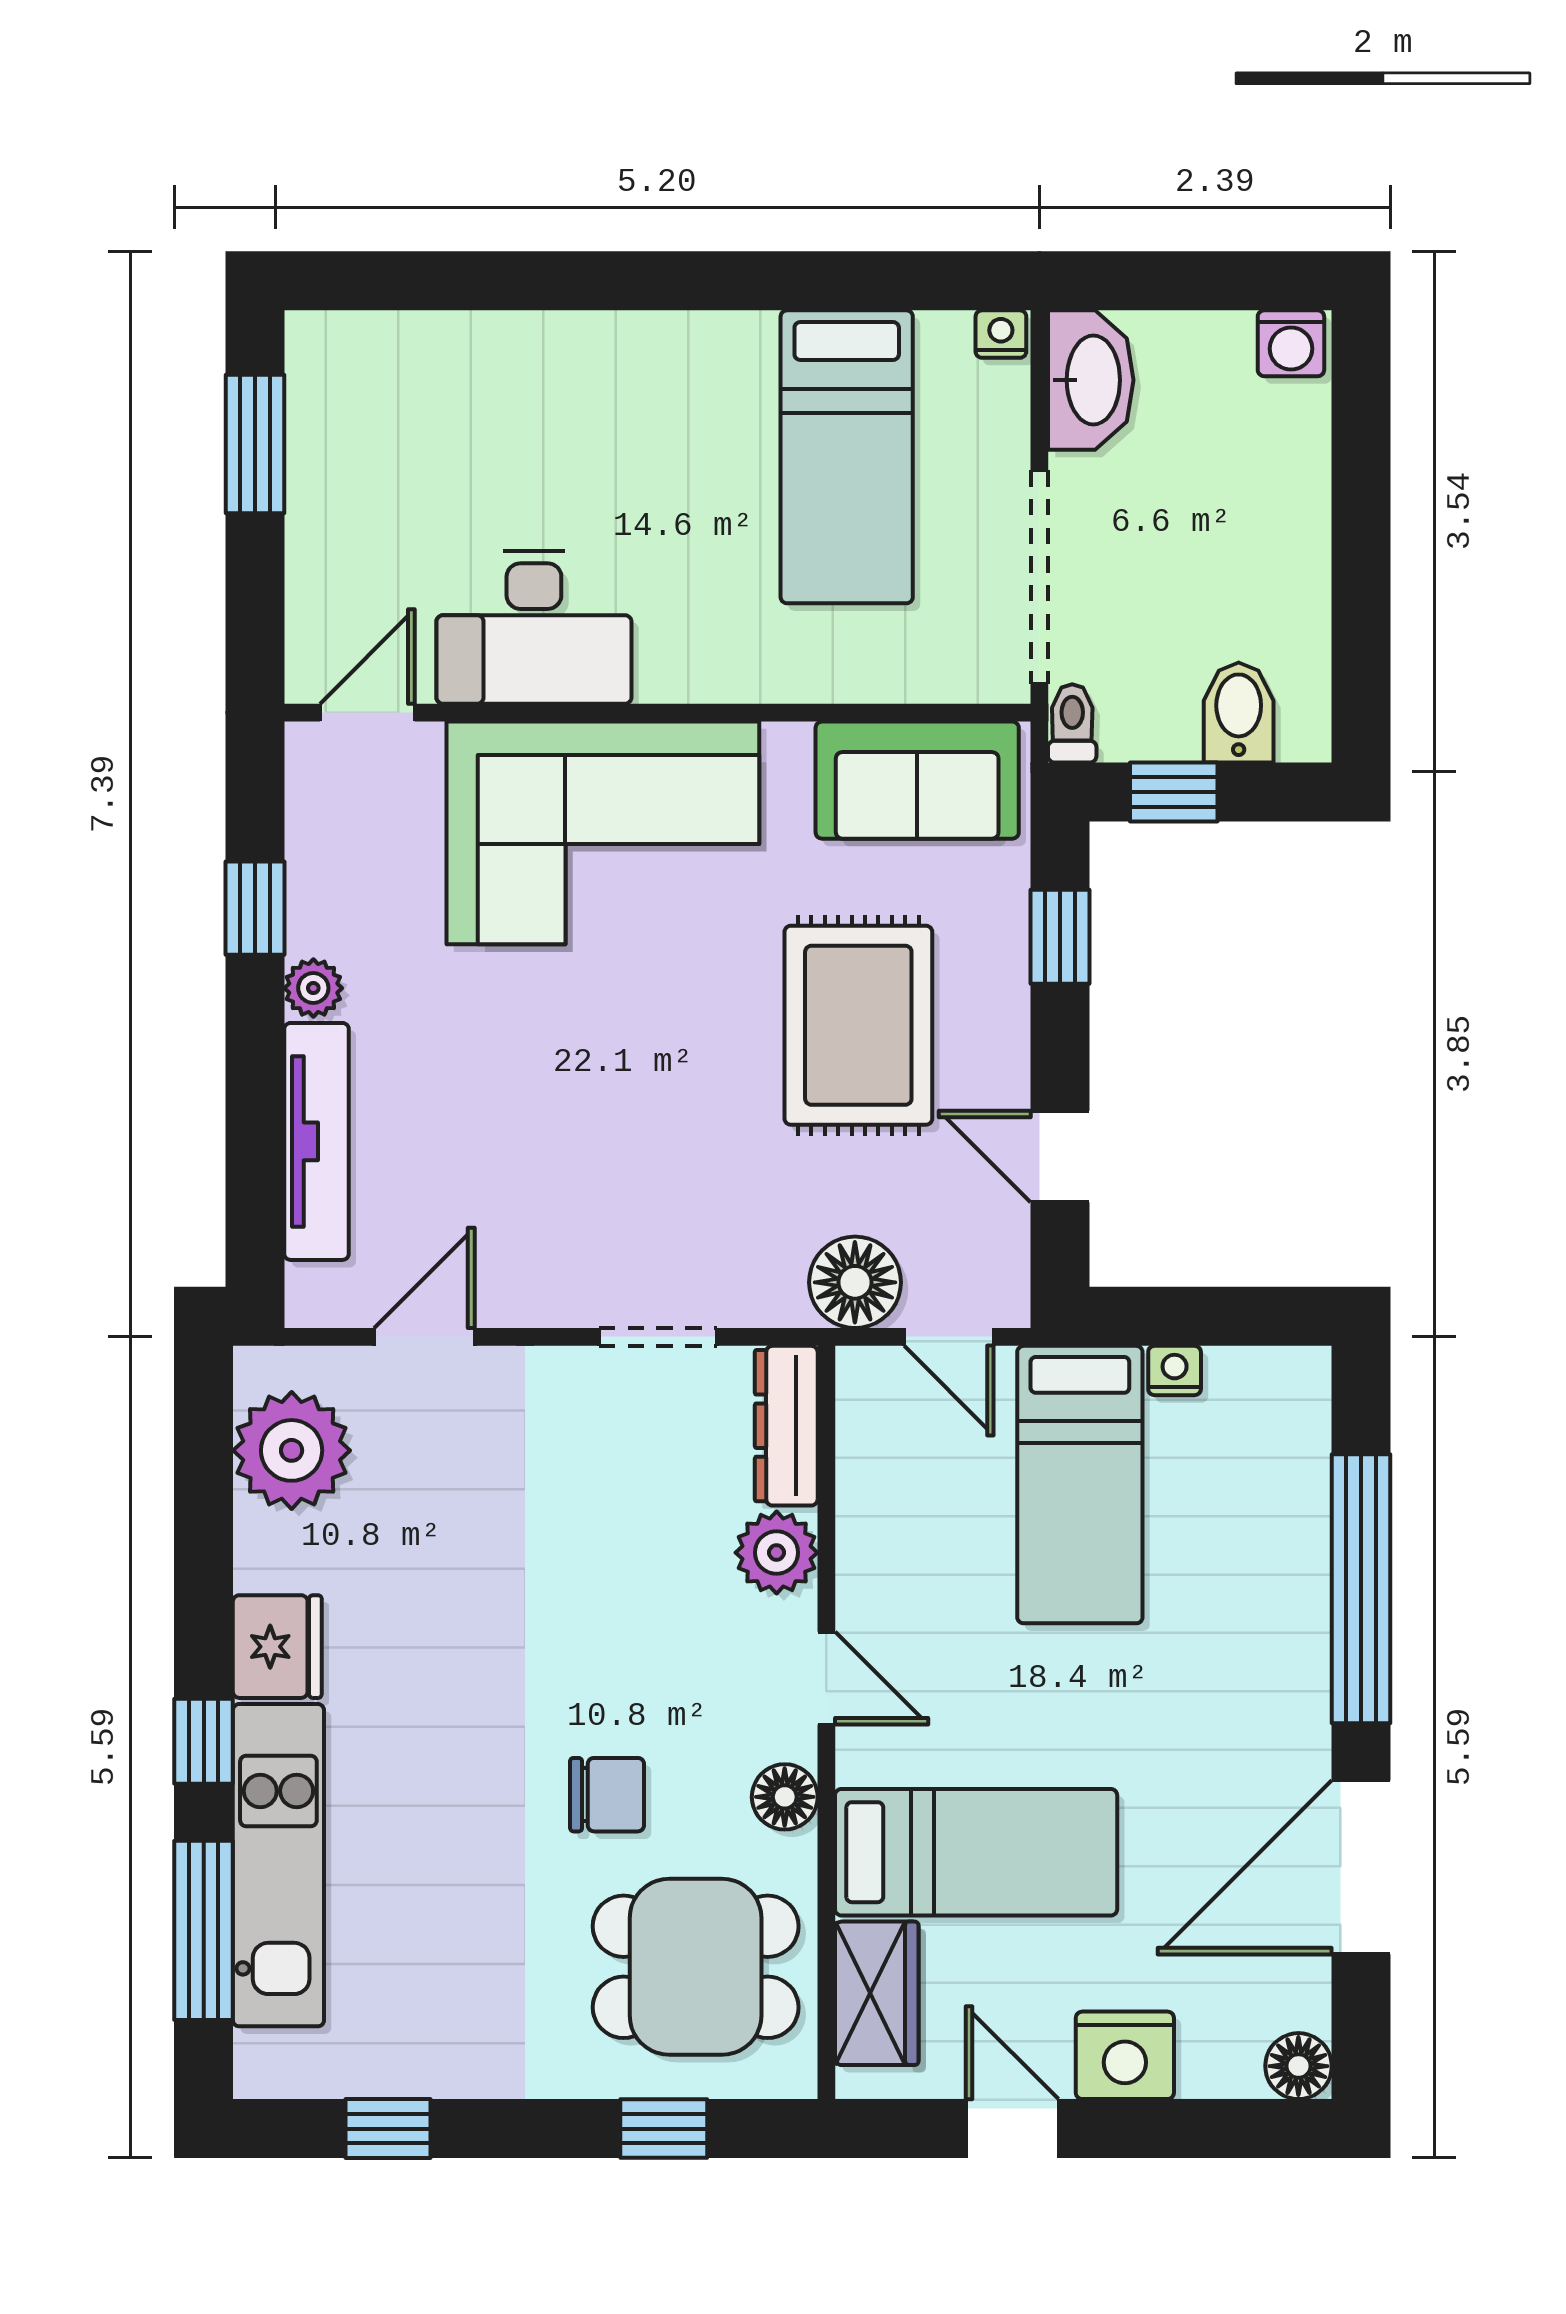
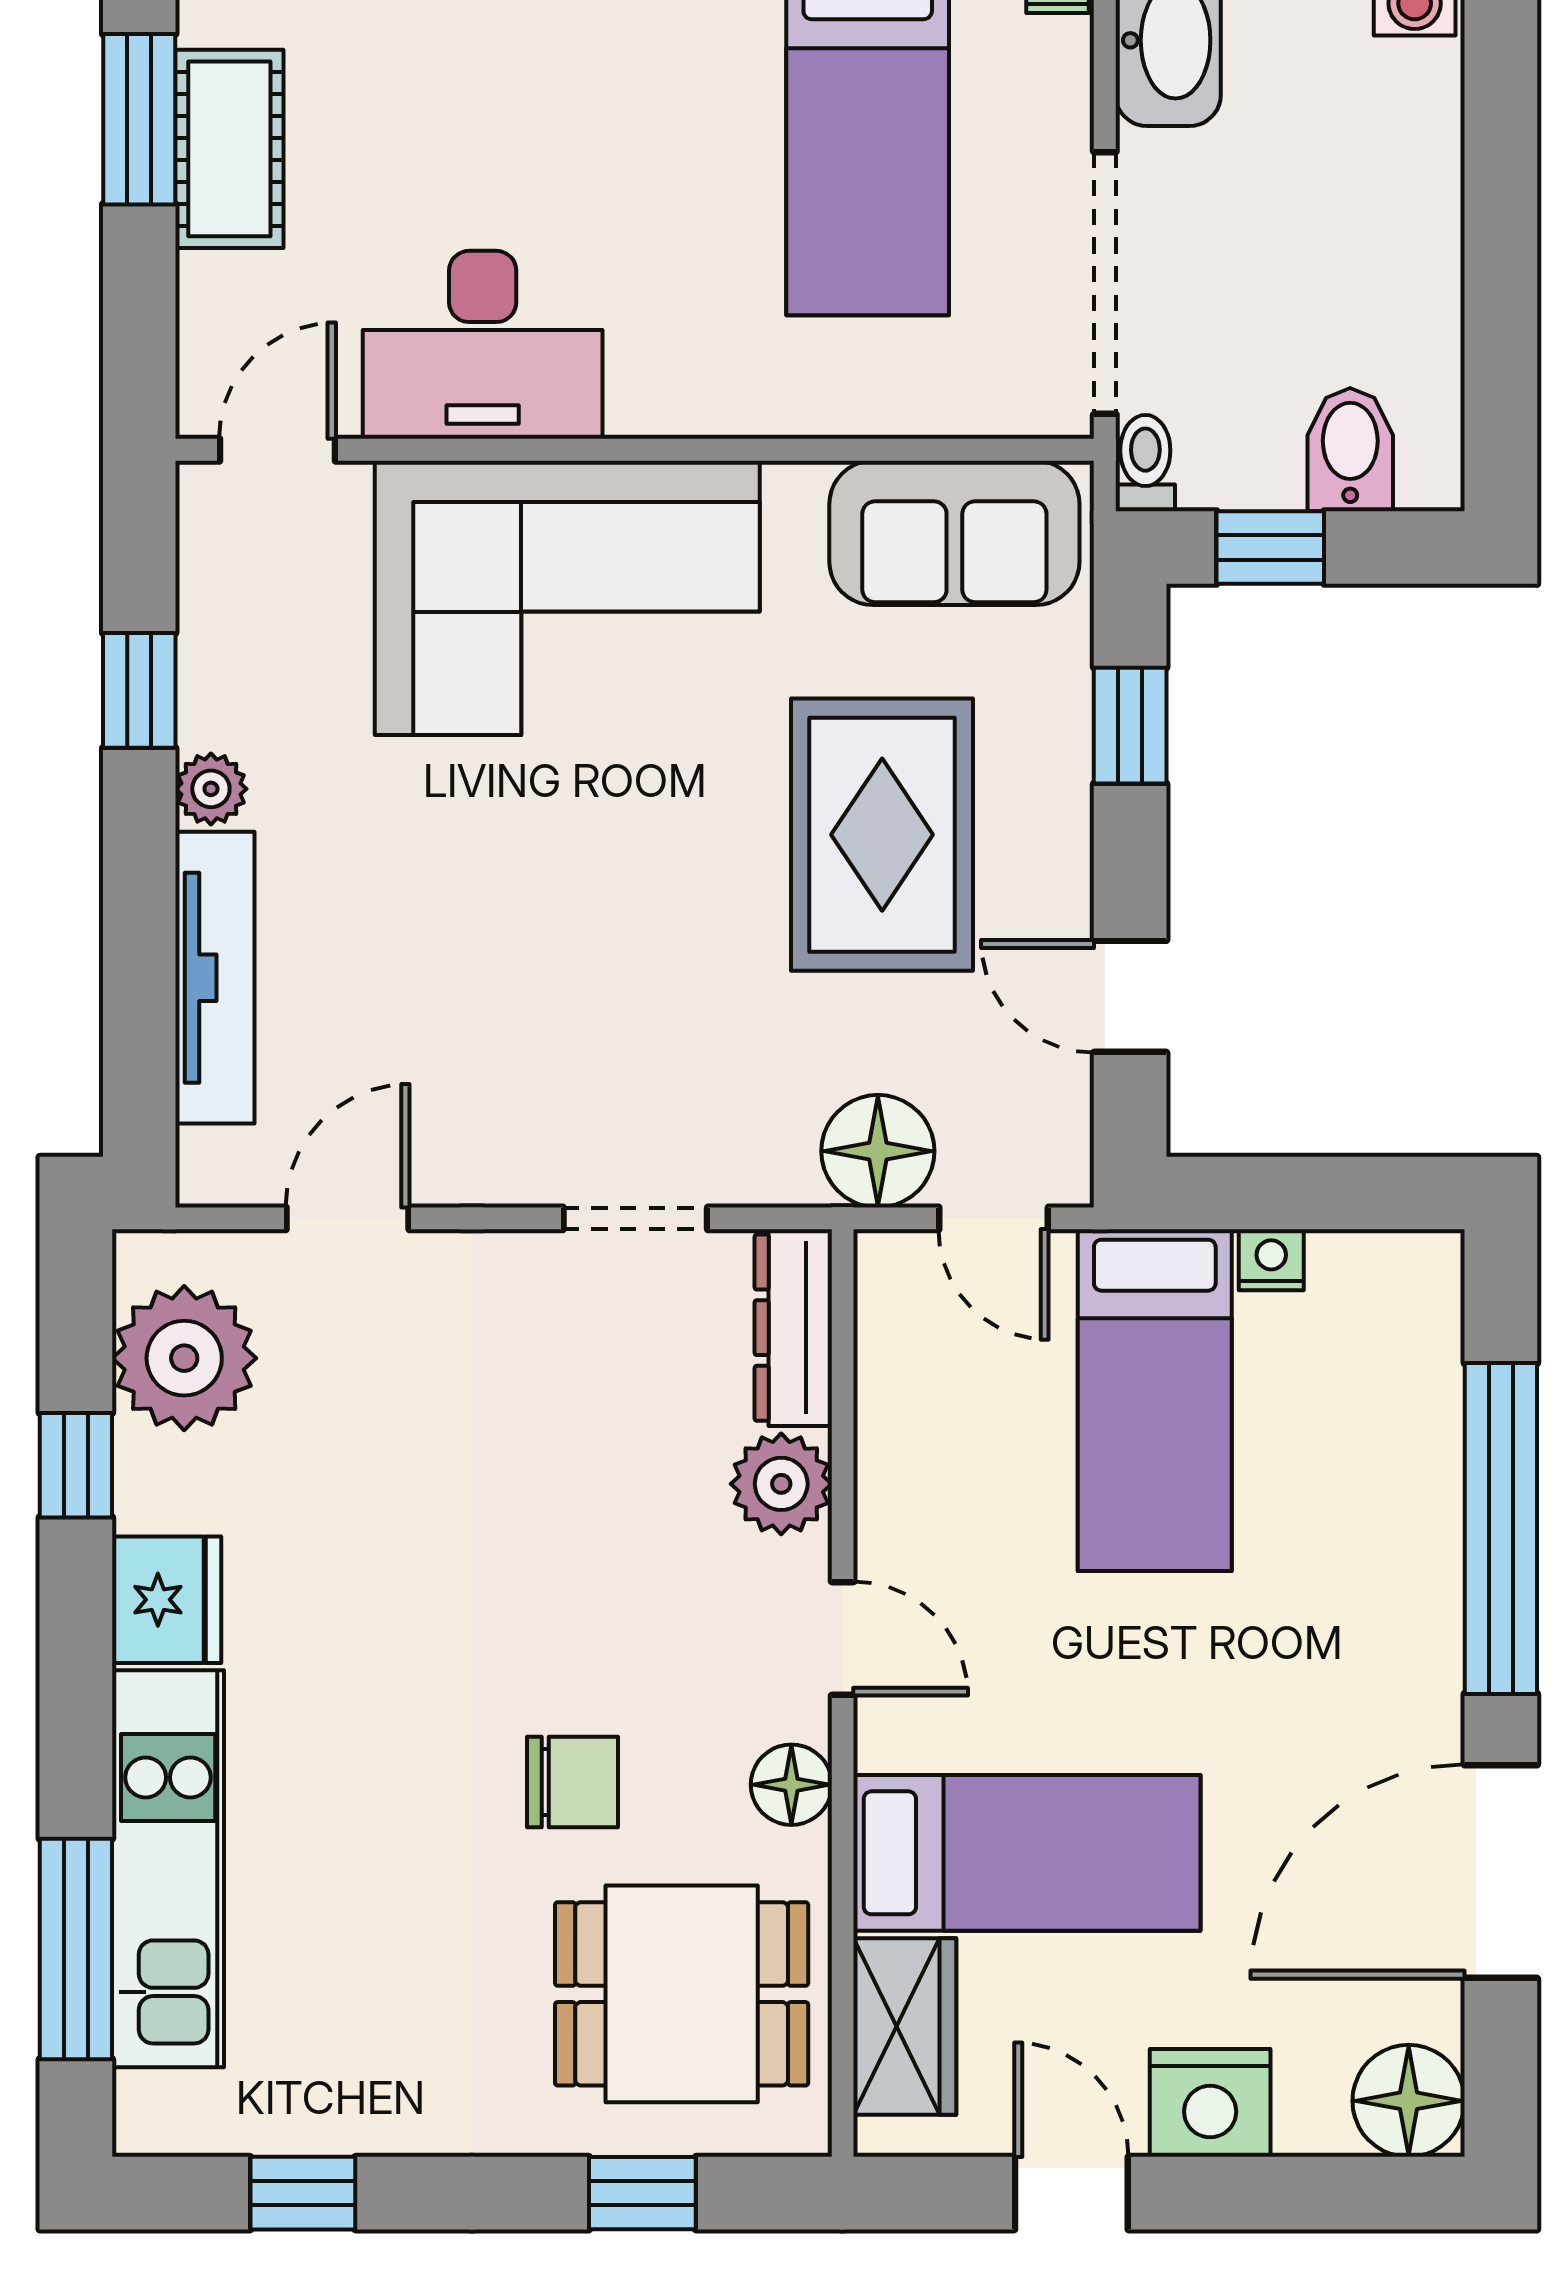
cot: (328, 468) -> (229, 149), added
window: (204, 1741) -> (76, 1465), moved
floor lamp: (1298, 2066) -> (1409, 2101), width x1.38, depth x1.38

